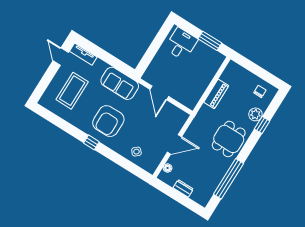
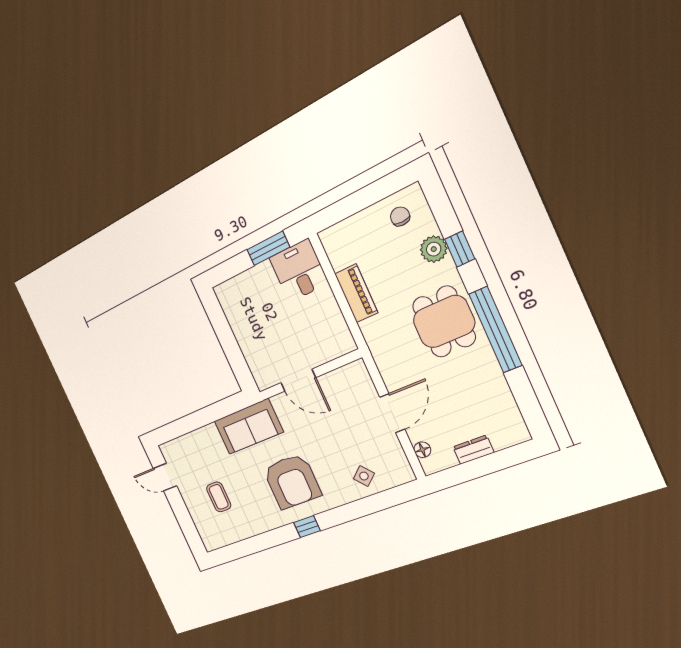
desk: (181, 44) -> (299, 270), moved
tv unit: (83, 54) -> (179, 446), removed
coffee table: (72, 91) -> (219, 497), width x0.54, depth x0.58
window: (228, 179) -> (495, 330), moved

